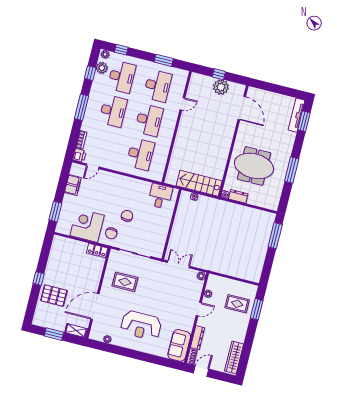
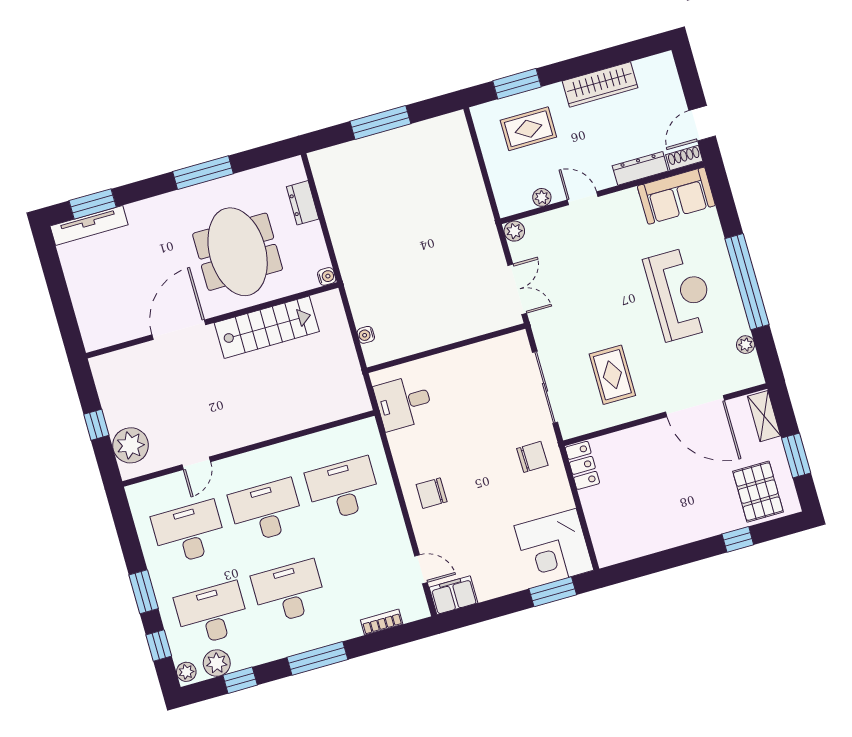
window: (164, 60) -> (144, 592), moved
plant: (221, 87) -> (131, 445), moved
door: (182, 104) -> (196, 463), swing flipped
door: (242, 108) -> (179, 330), moved
printer: (79, 155) -> (415, 608), removed
stairs: (199, 183) -> (267, 327), moved, turned -90
filing cabinet: (73, 185) -> (454, 595), moved
dresser: (238, 196) -> (303, 203), moved
chair: (127, 216) -> (432, 493), moved
corner desk: (87, 225) -> (554, 548), moved
window: (275, 236) -> (380, 122), moved
double door: (178, 264) -> (517, 289), swing flipped
window: (39, 279) -> (738, 539), moved
pallet: (54, 296) -> (758, 492), moved
rug: (237, 304) -> (528, 129), turned 90
window: (131, 353) -> (747, 282), added
wardrobe: (234, 357) -> (600, 84), moved
door: (201, 371) -> (702, 123), hinge flipped

